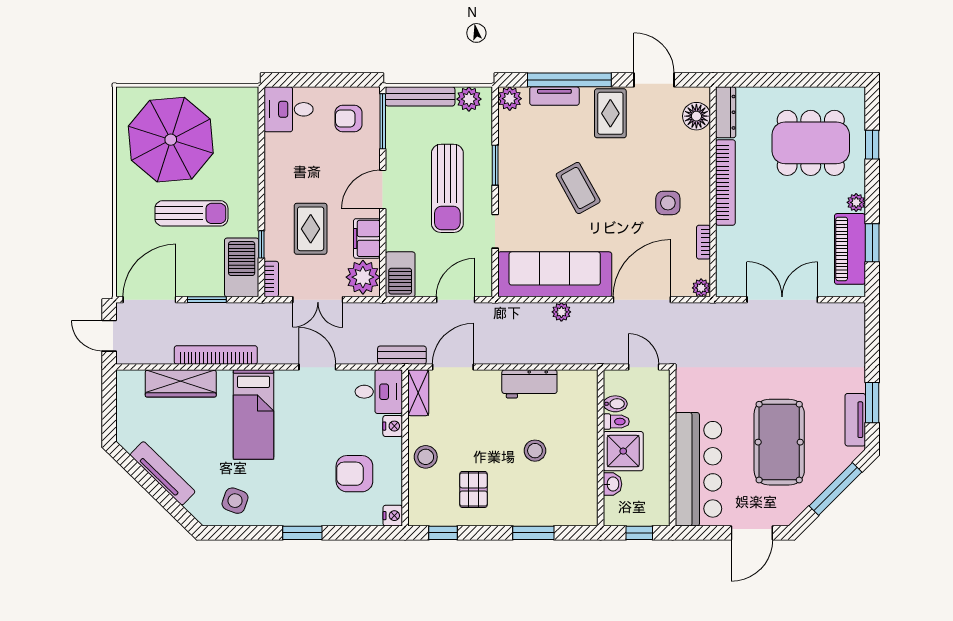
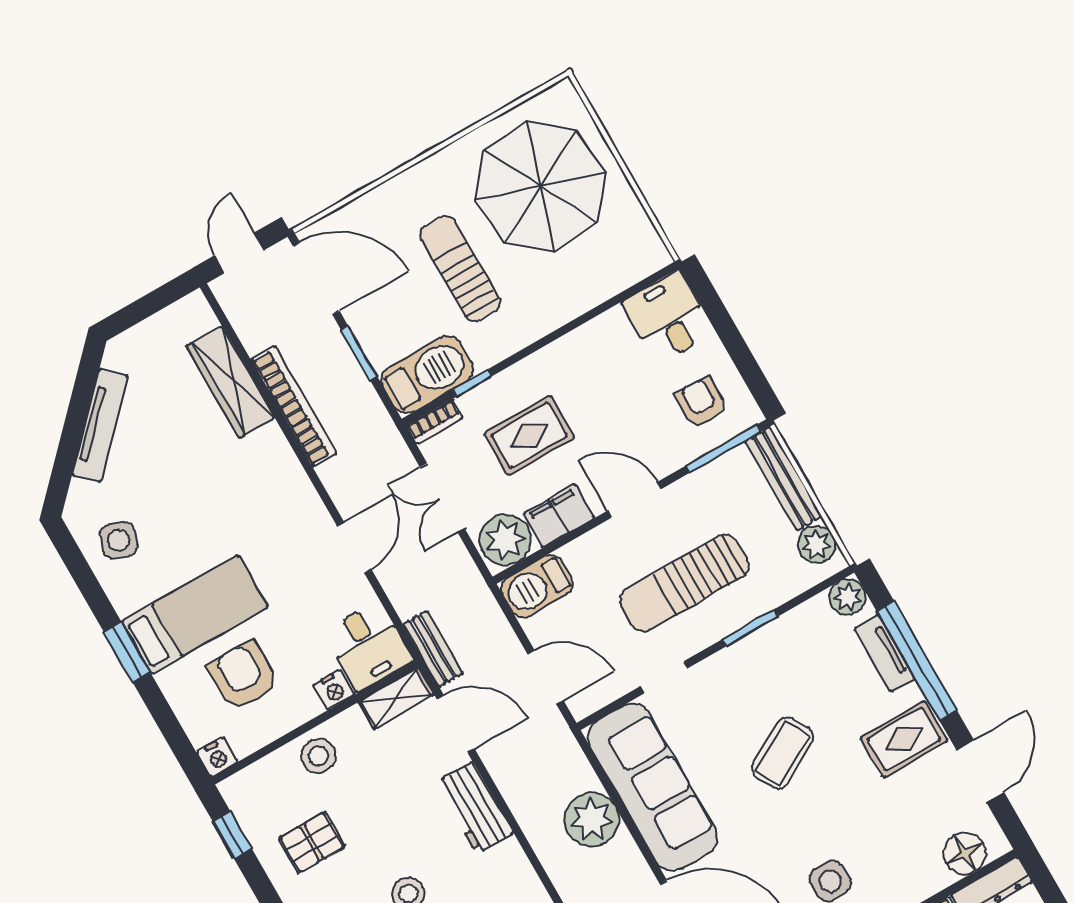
sun lounger: (191, 213) -> (460, 269), turned 180
plant: (561, 312) -> (592, 819), width x1.88, depth x1.88
workbench: (529, 384) -> (475, 808), moved
bed: (253, 415) -> (195, 614), moved, turned 180

